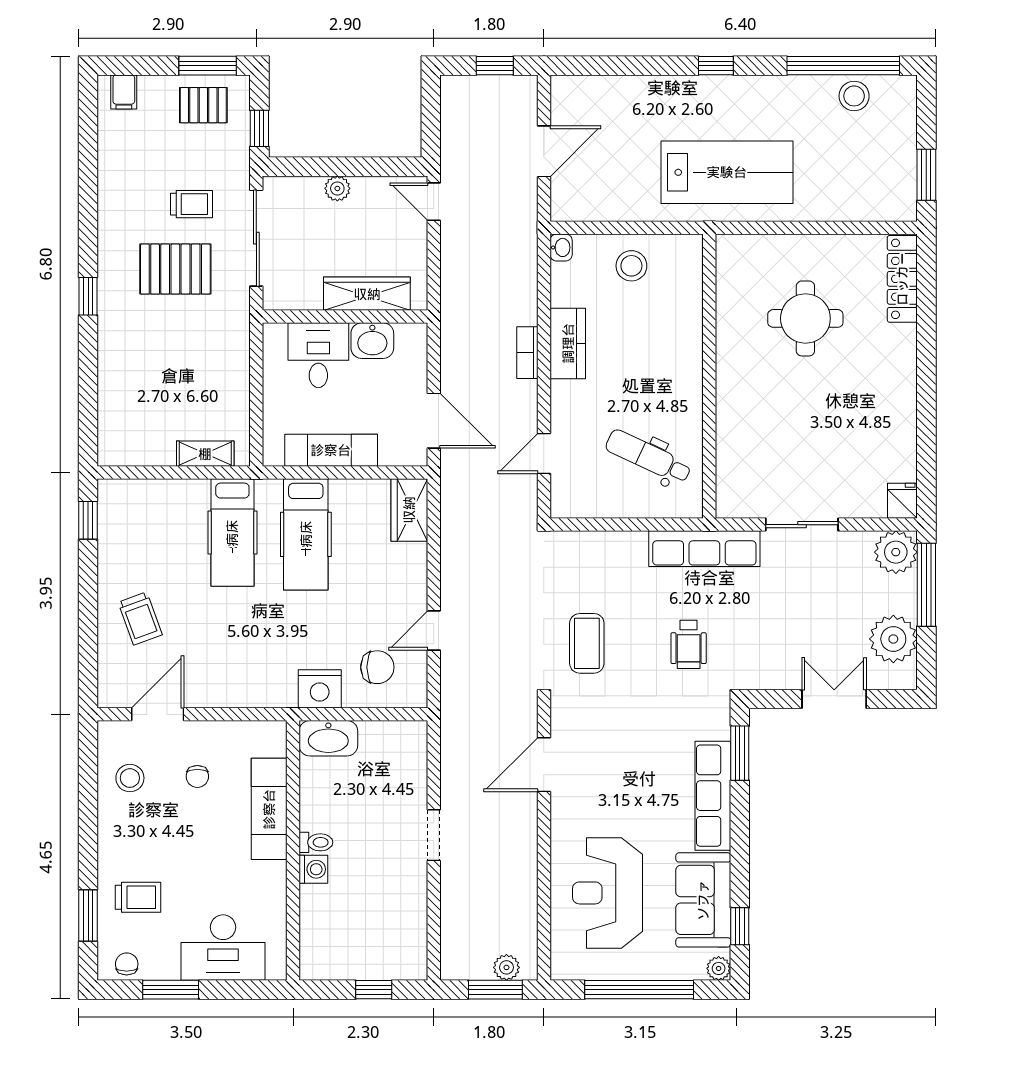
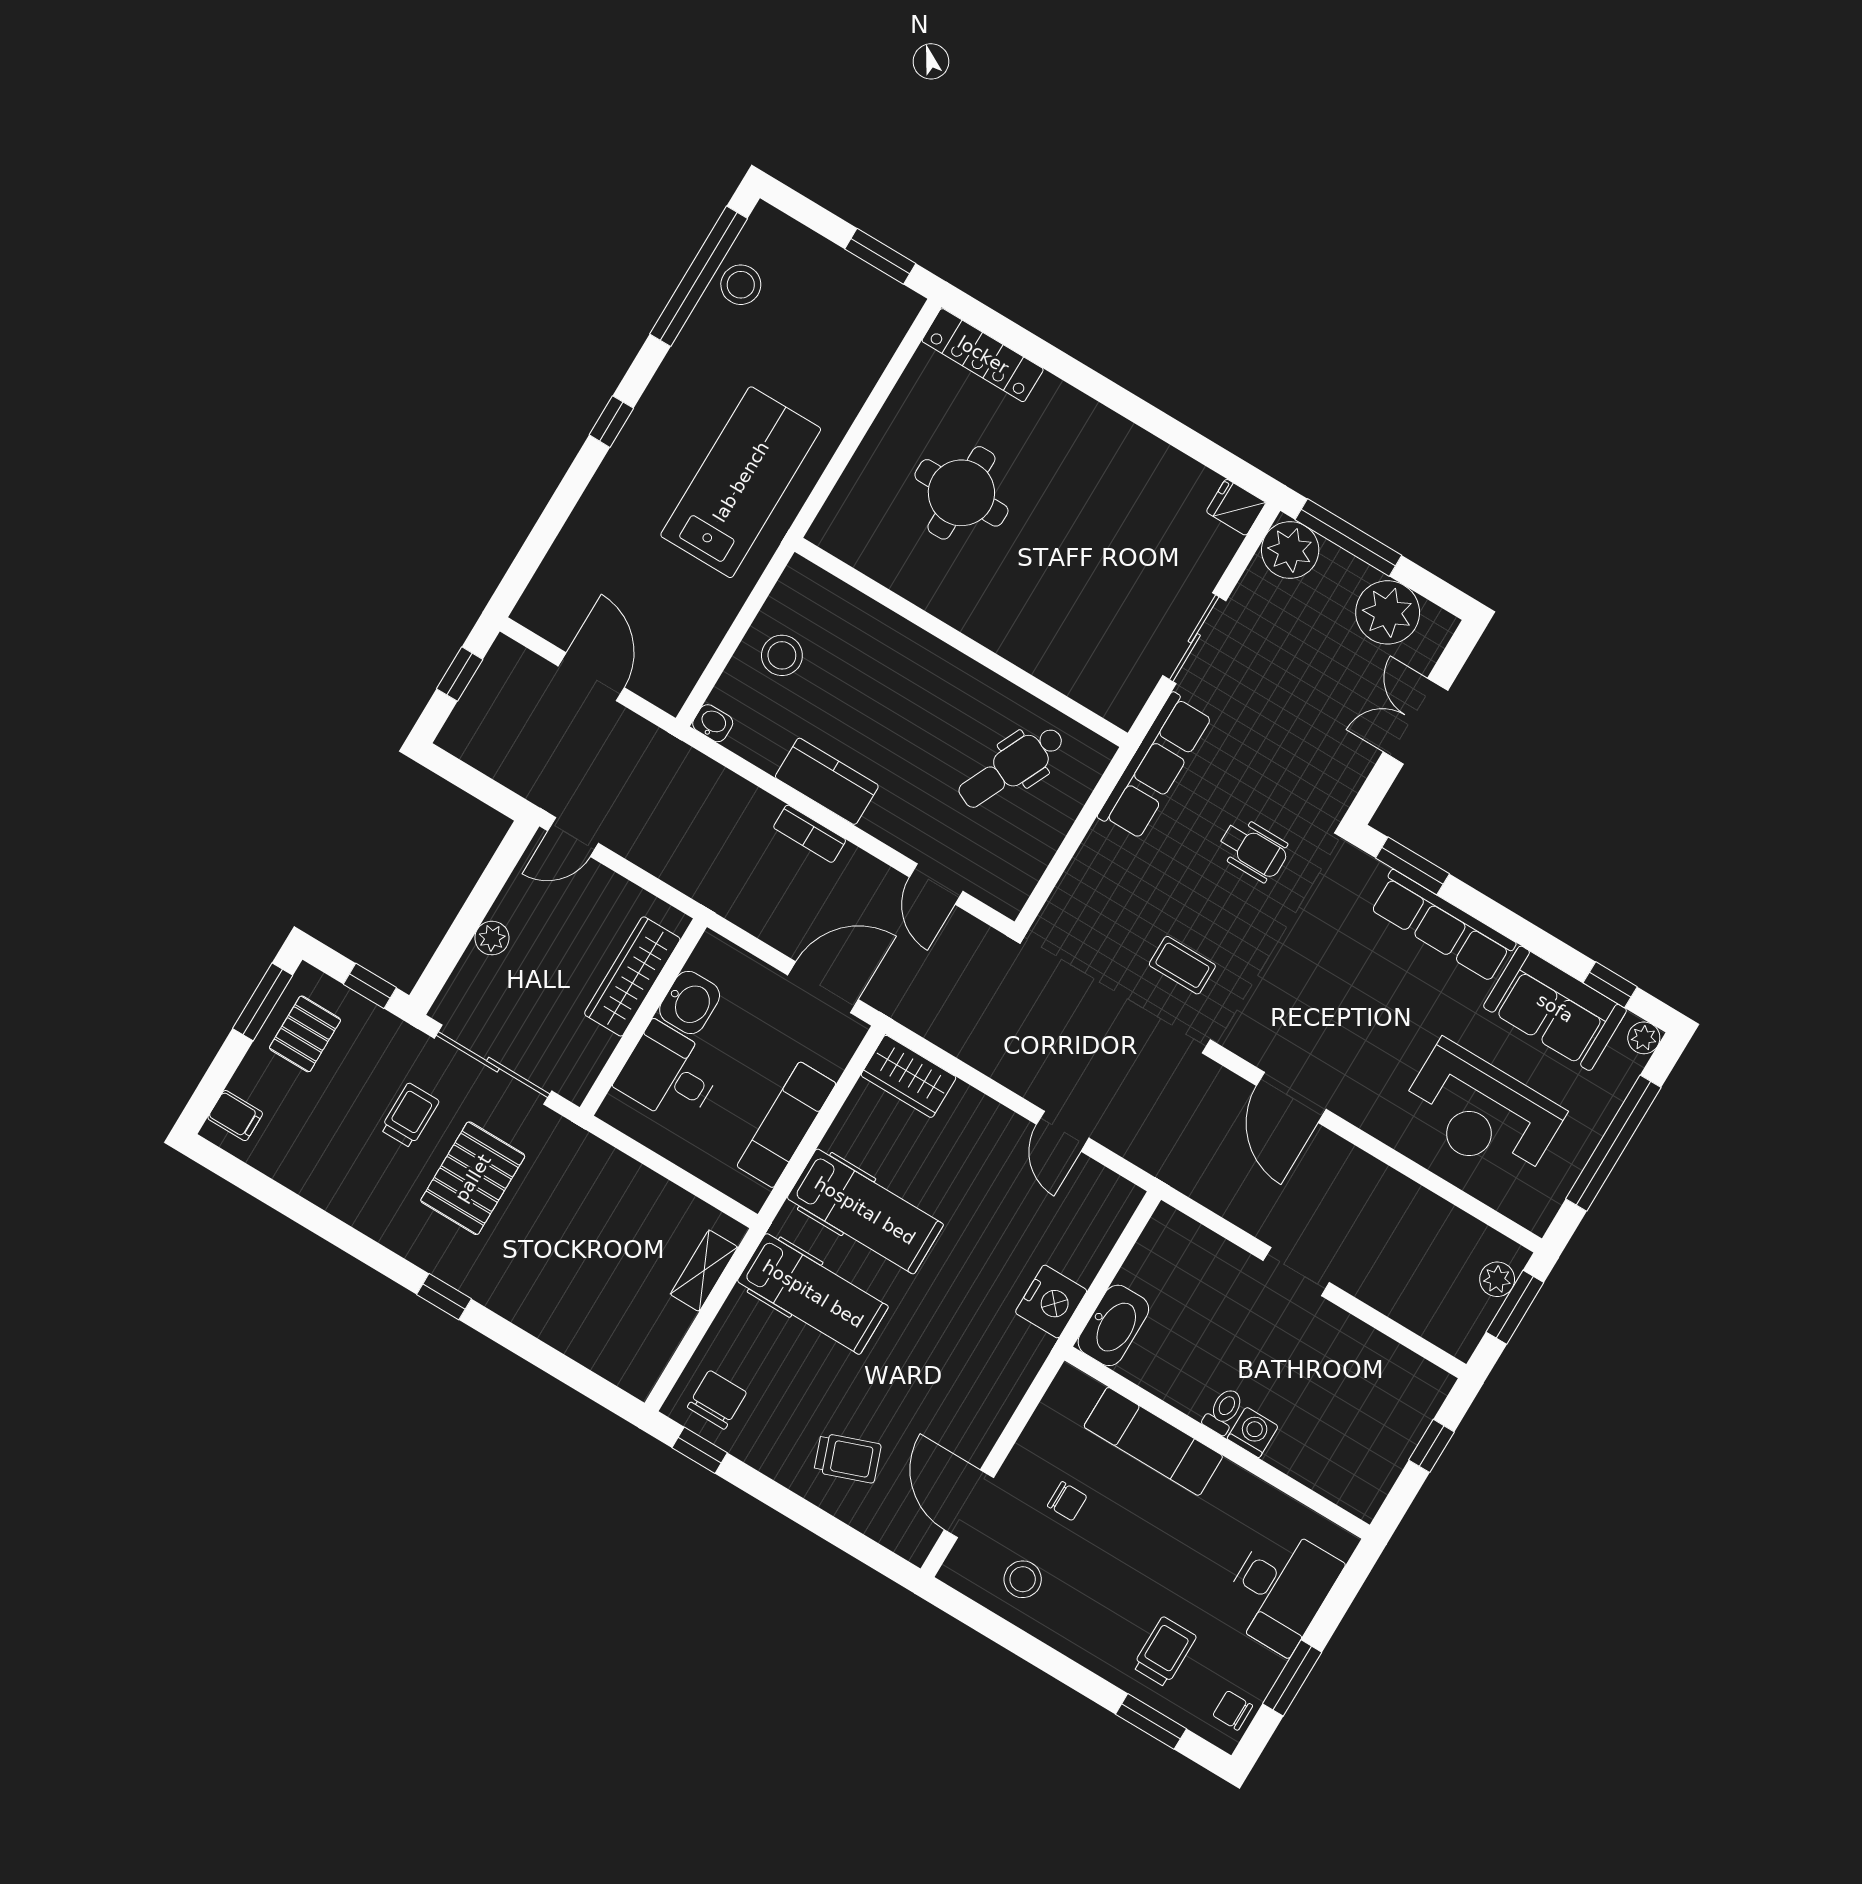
coffee table: (587, 643) -> (1182, 965), width x0.73, depth x0.77
chair: (377, 667) -> (717, 1400), moved

